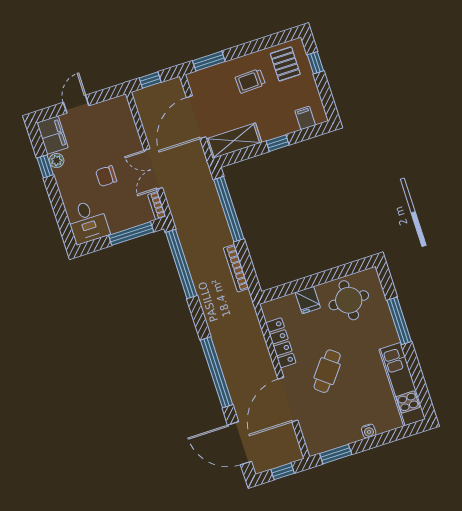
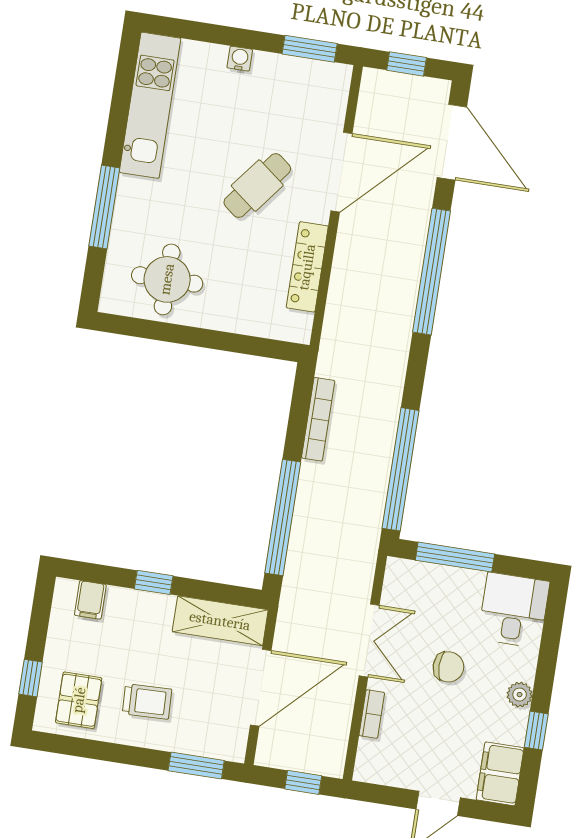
plant: (57, 161) -> (520, 695), moved
bookcase: (157, 206) -> (372, 714), moved
fridge: (308, 300) -> (231, 312), removed

